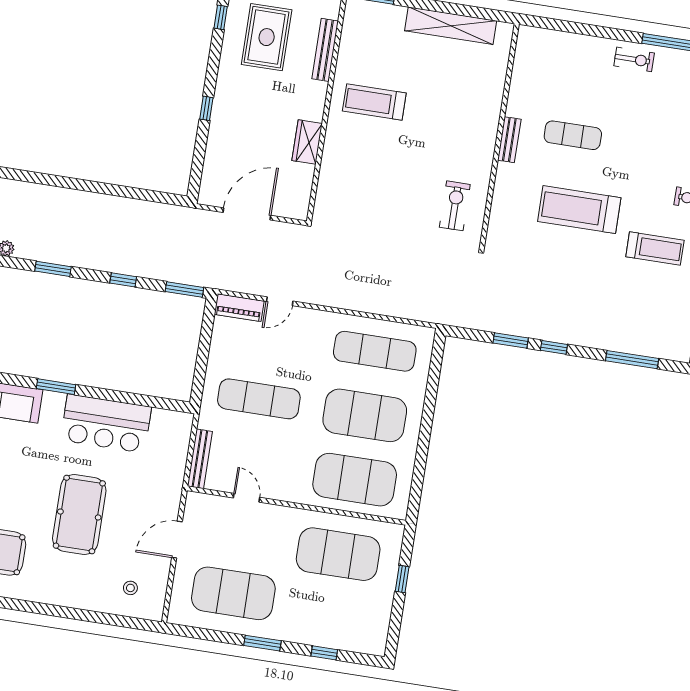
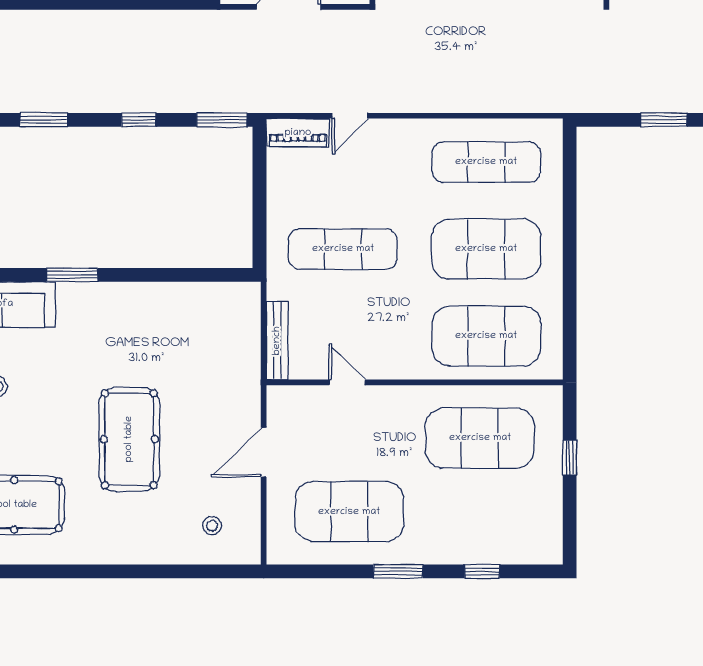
bar counter: (106, 424) -> (146, 313), removed

